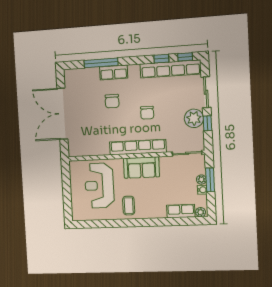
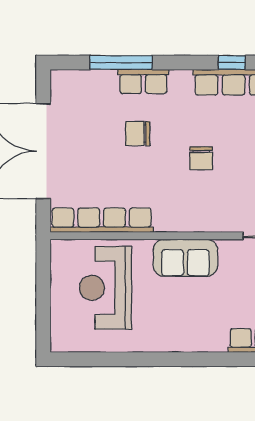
chair: (112, 101) -> (138, 134), turned 90
row of seats: (138, 147) -> (102, 220), moved
coffee table: (129, 206) -> (158, 327), removed

